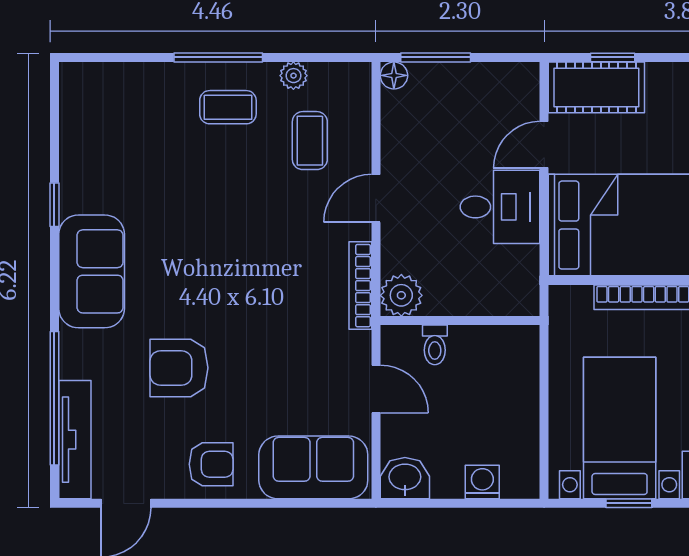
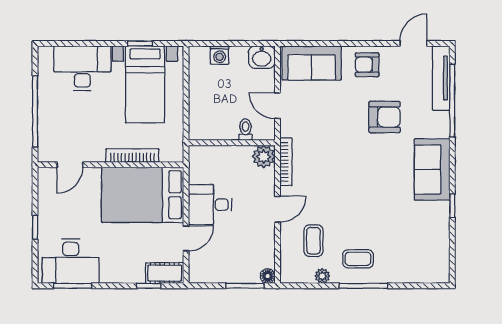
cot: (596, 87) -> (165, 273), width x0.73, depth x0.75

